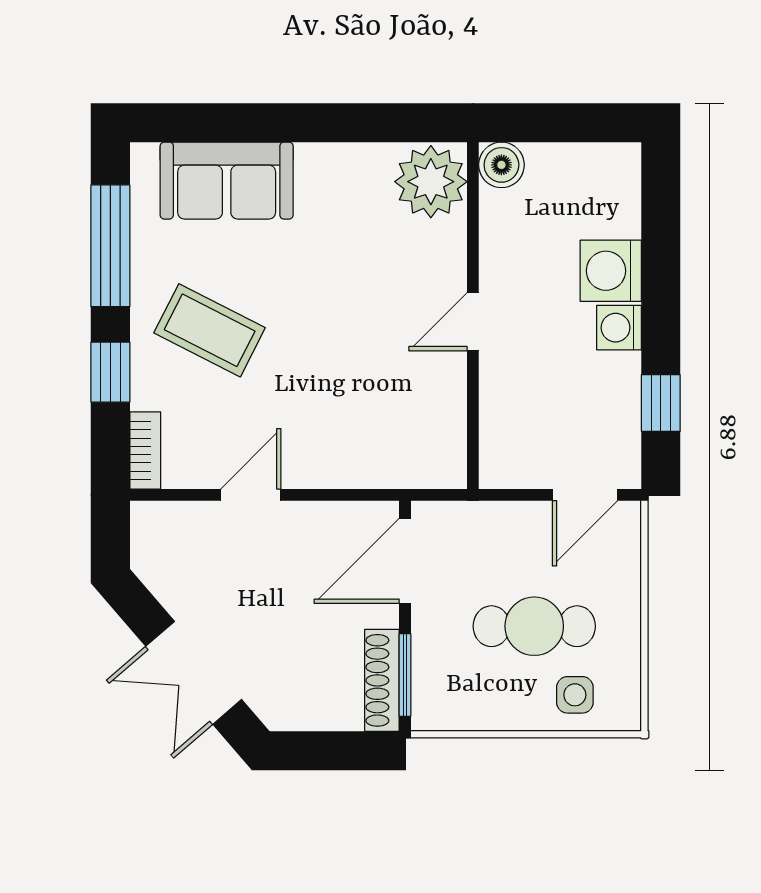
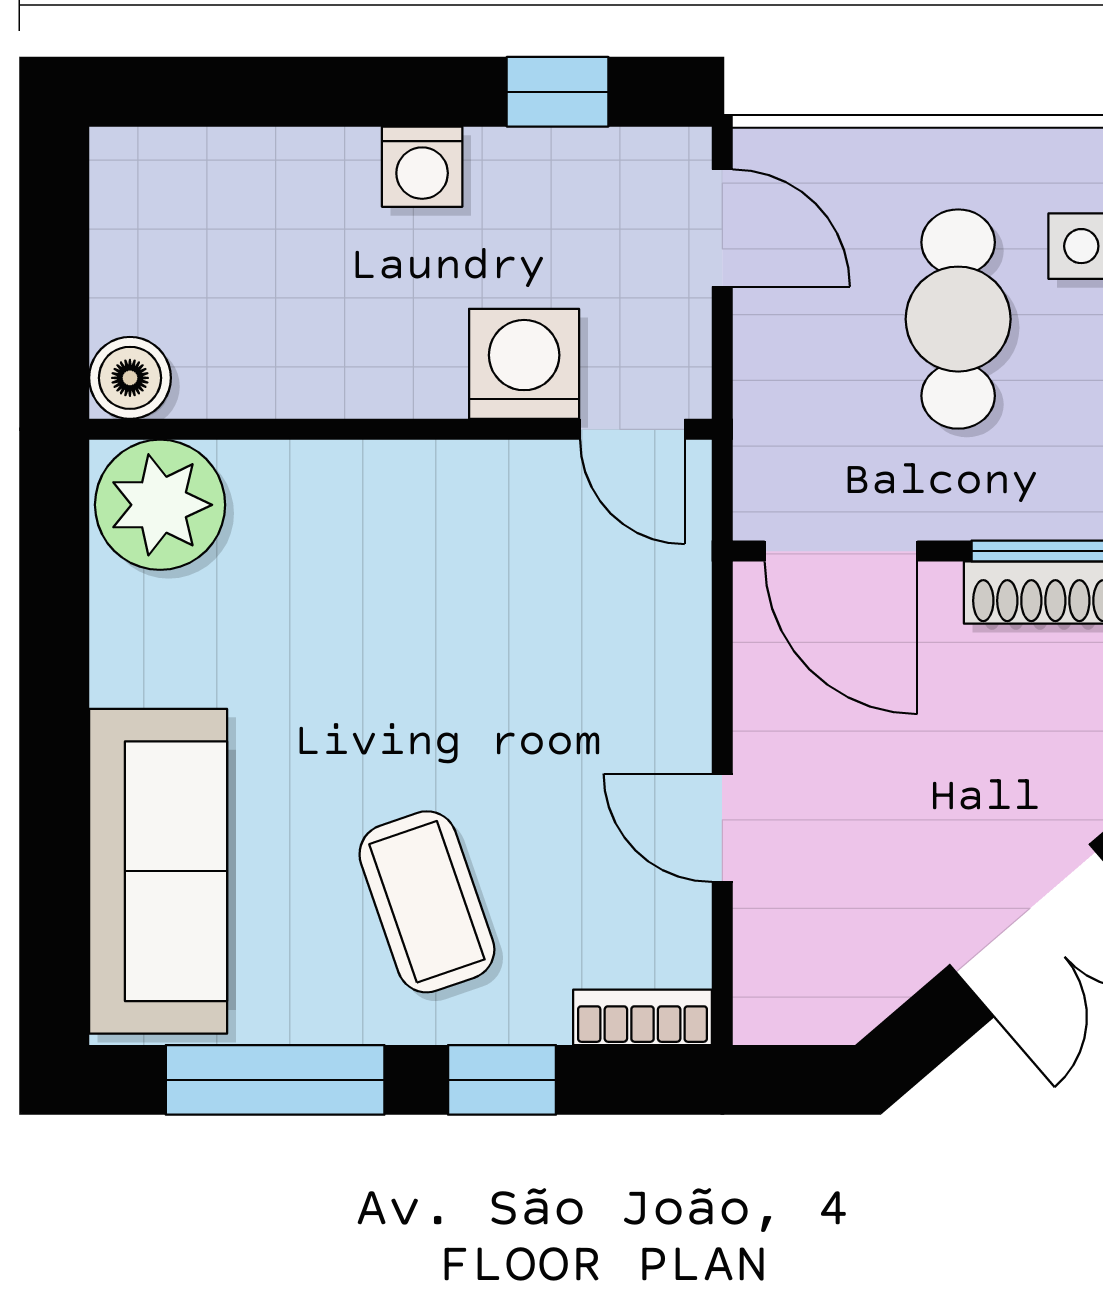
sofa: (227, 181) -> (158, 871), width x1.36
washing machine: (611, 271) -> (524, 364), moved, turned 180
door: (473, 322) -> (632, 429), moved
coffee table: (210, 330) -> (427, 902), turned -46

